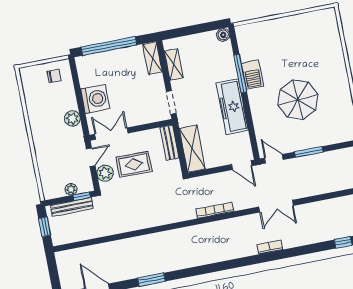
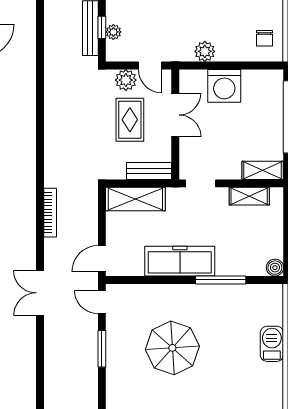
barbecue: (252, 75) -> (272, 344), moved, turned 90
double door: (111, 134) -> (175, 115), moved
door: (274, 159) -> (102, 302), swing flipped
window: (82, 196) -> (102, 27), moved

